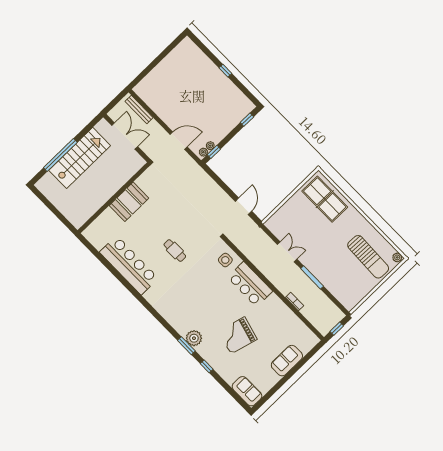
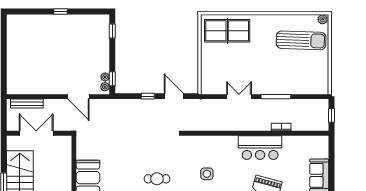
door: (179, 141) -> (78, 97), swing flipped
window: (226, 188) -> (148, 96), added
side table: (225, 260) -> (207, 174), moved
bar counter: (250, 284) -> (260, 148), moved

